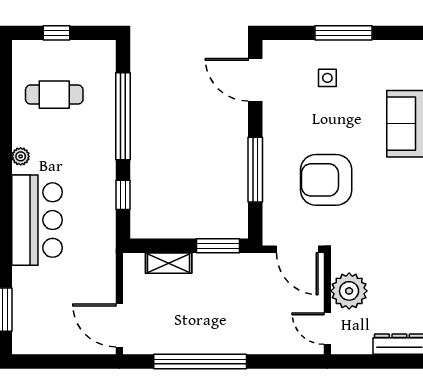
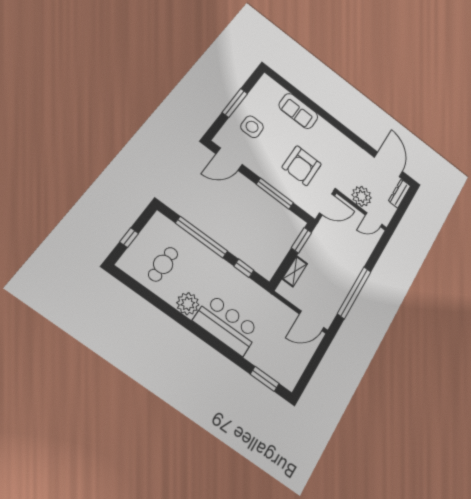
side table: (327, 78) -> (252, 127), width x1.87, depth x1.87
plant: (21, 156) -> (188, 304), width x1.88, depth x1.88

